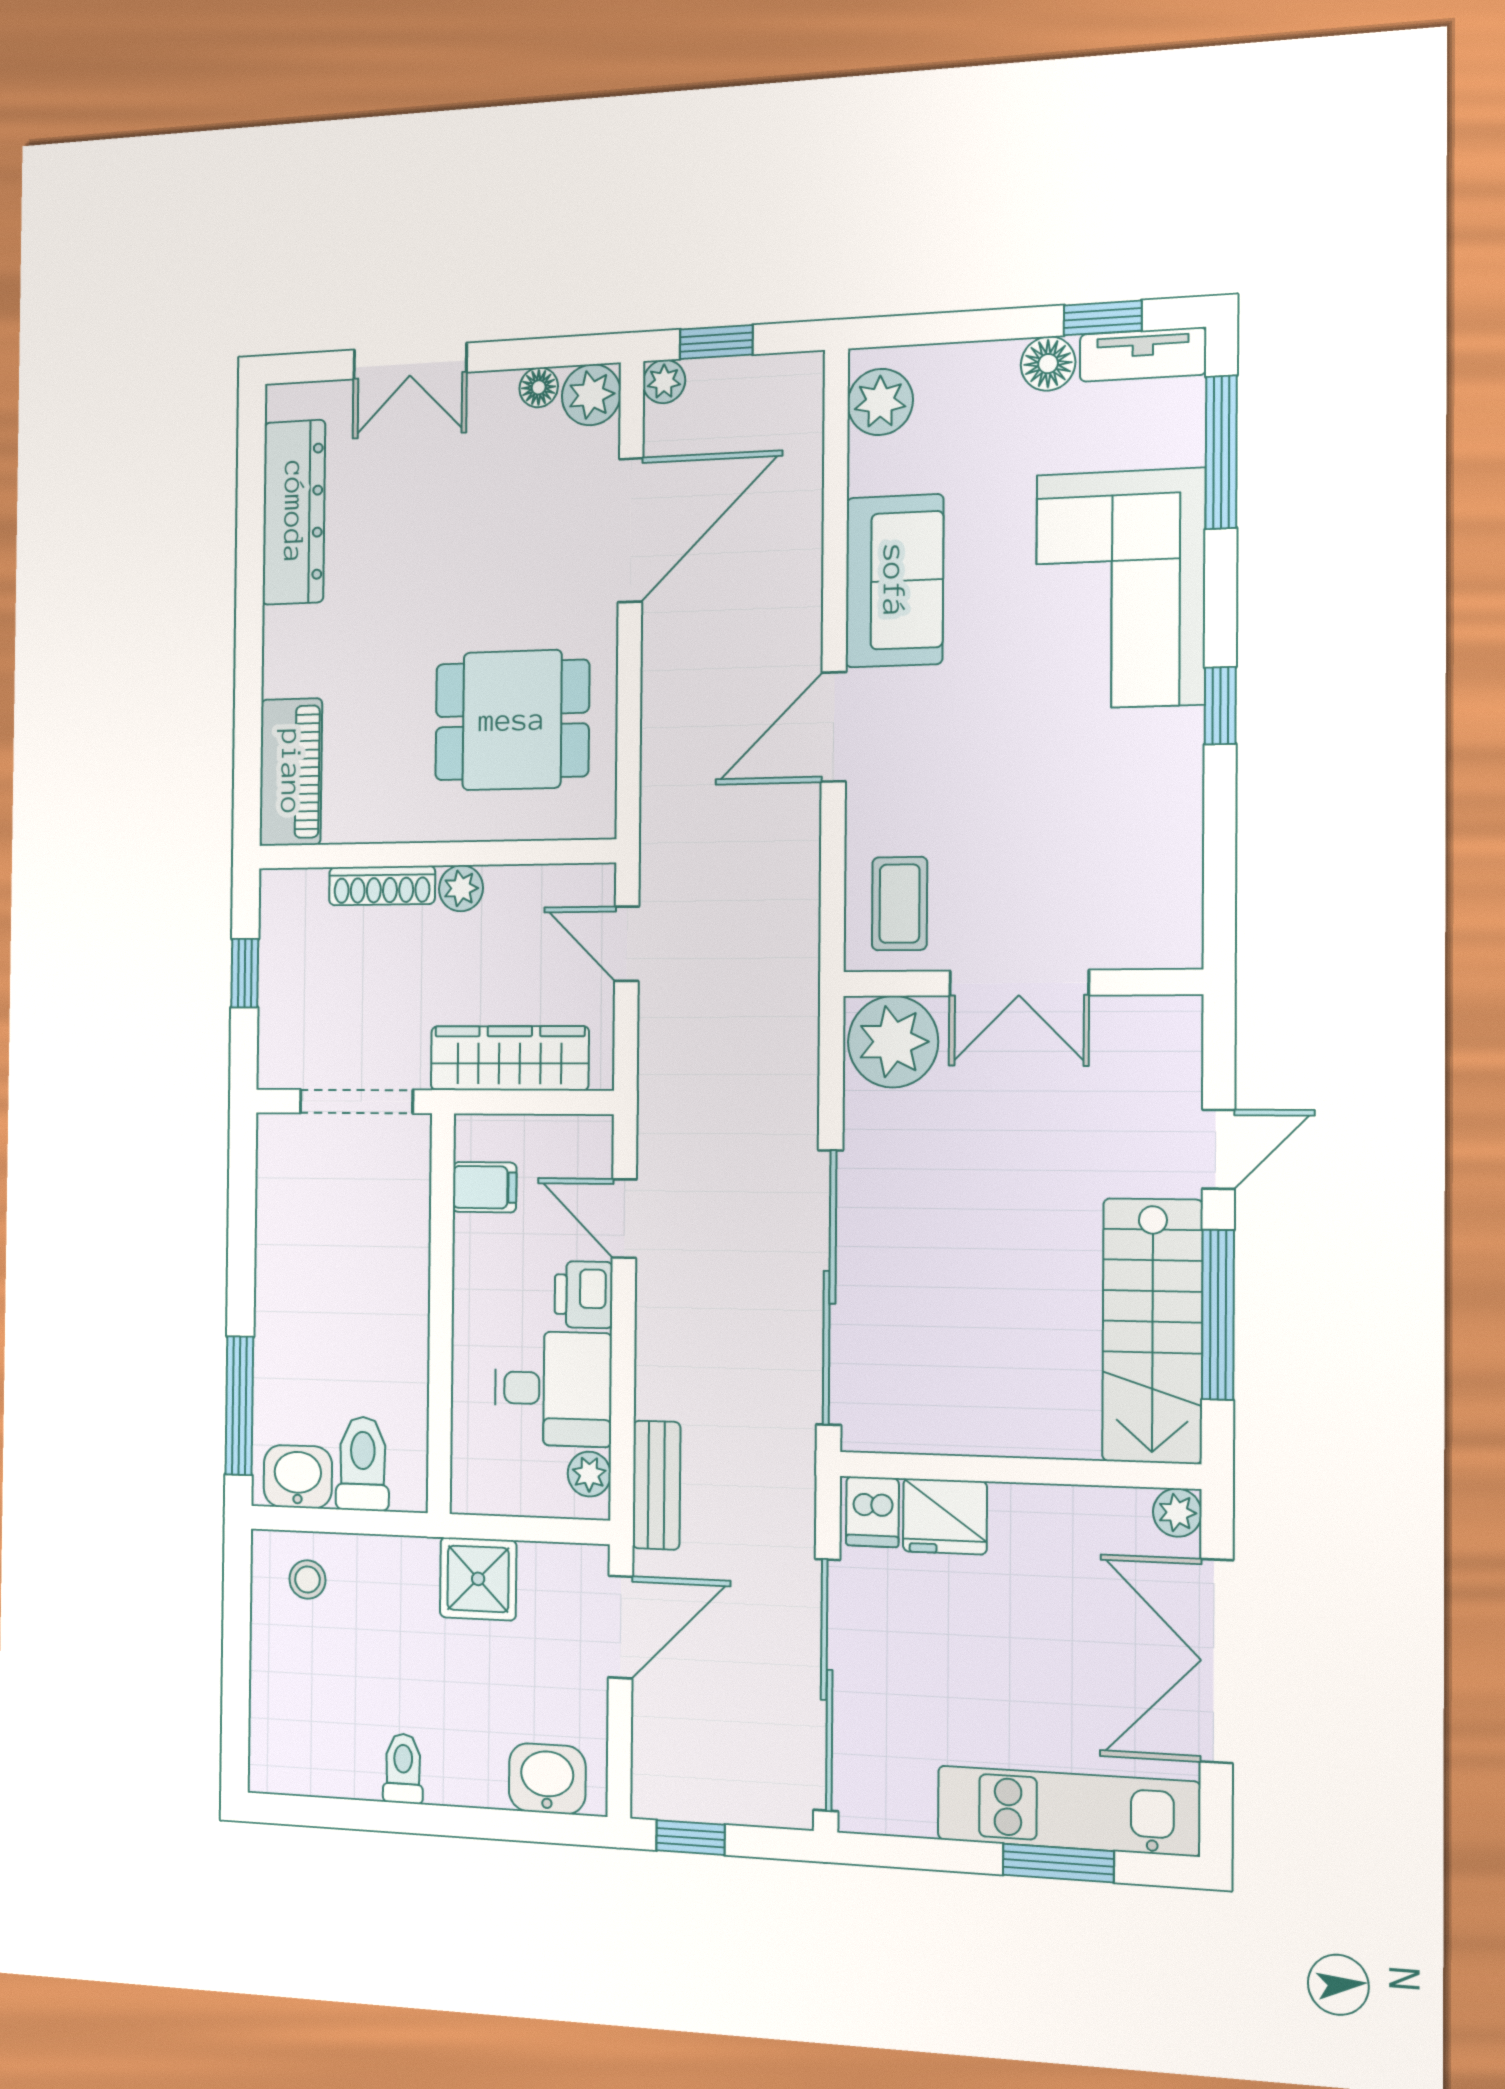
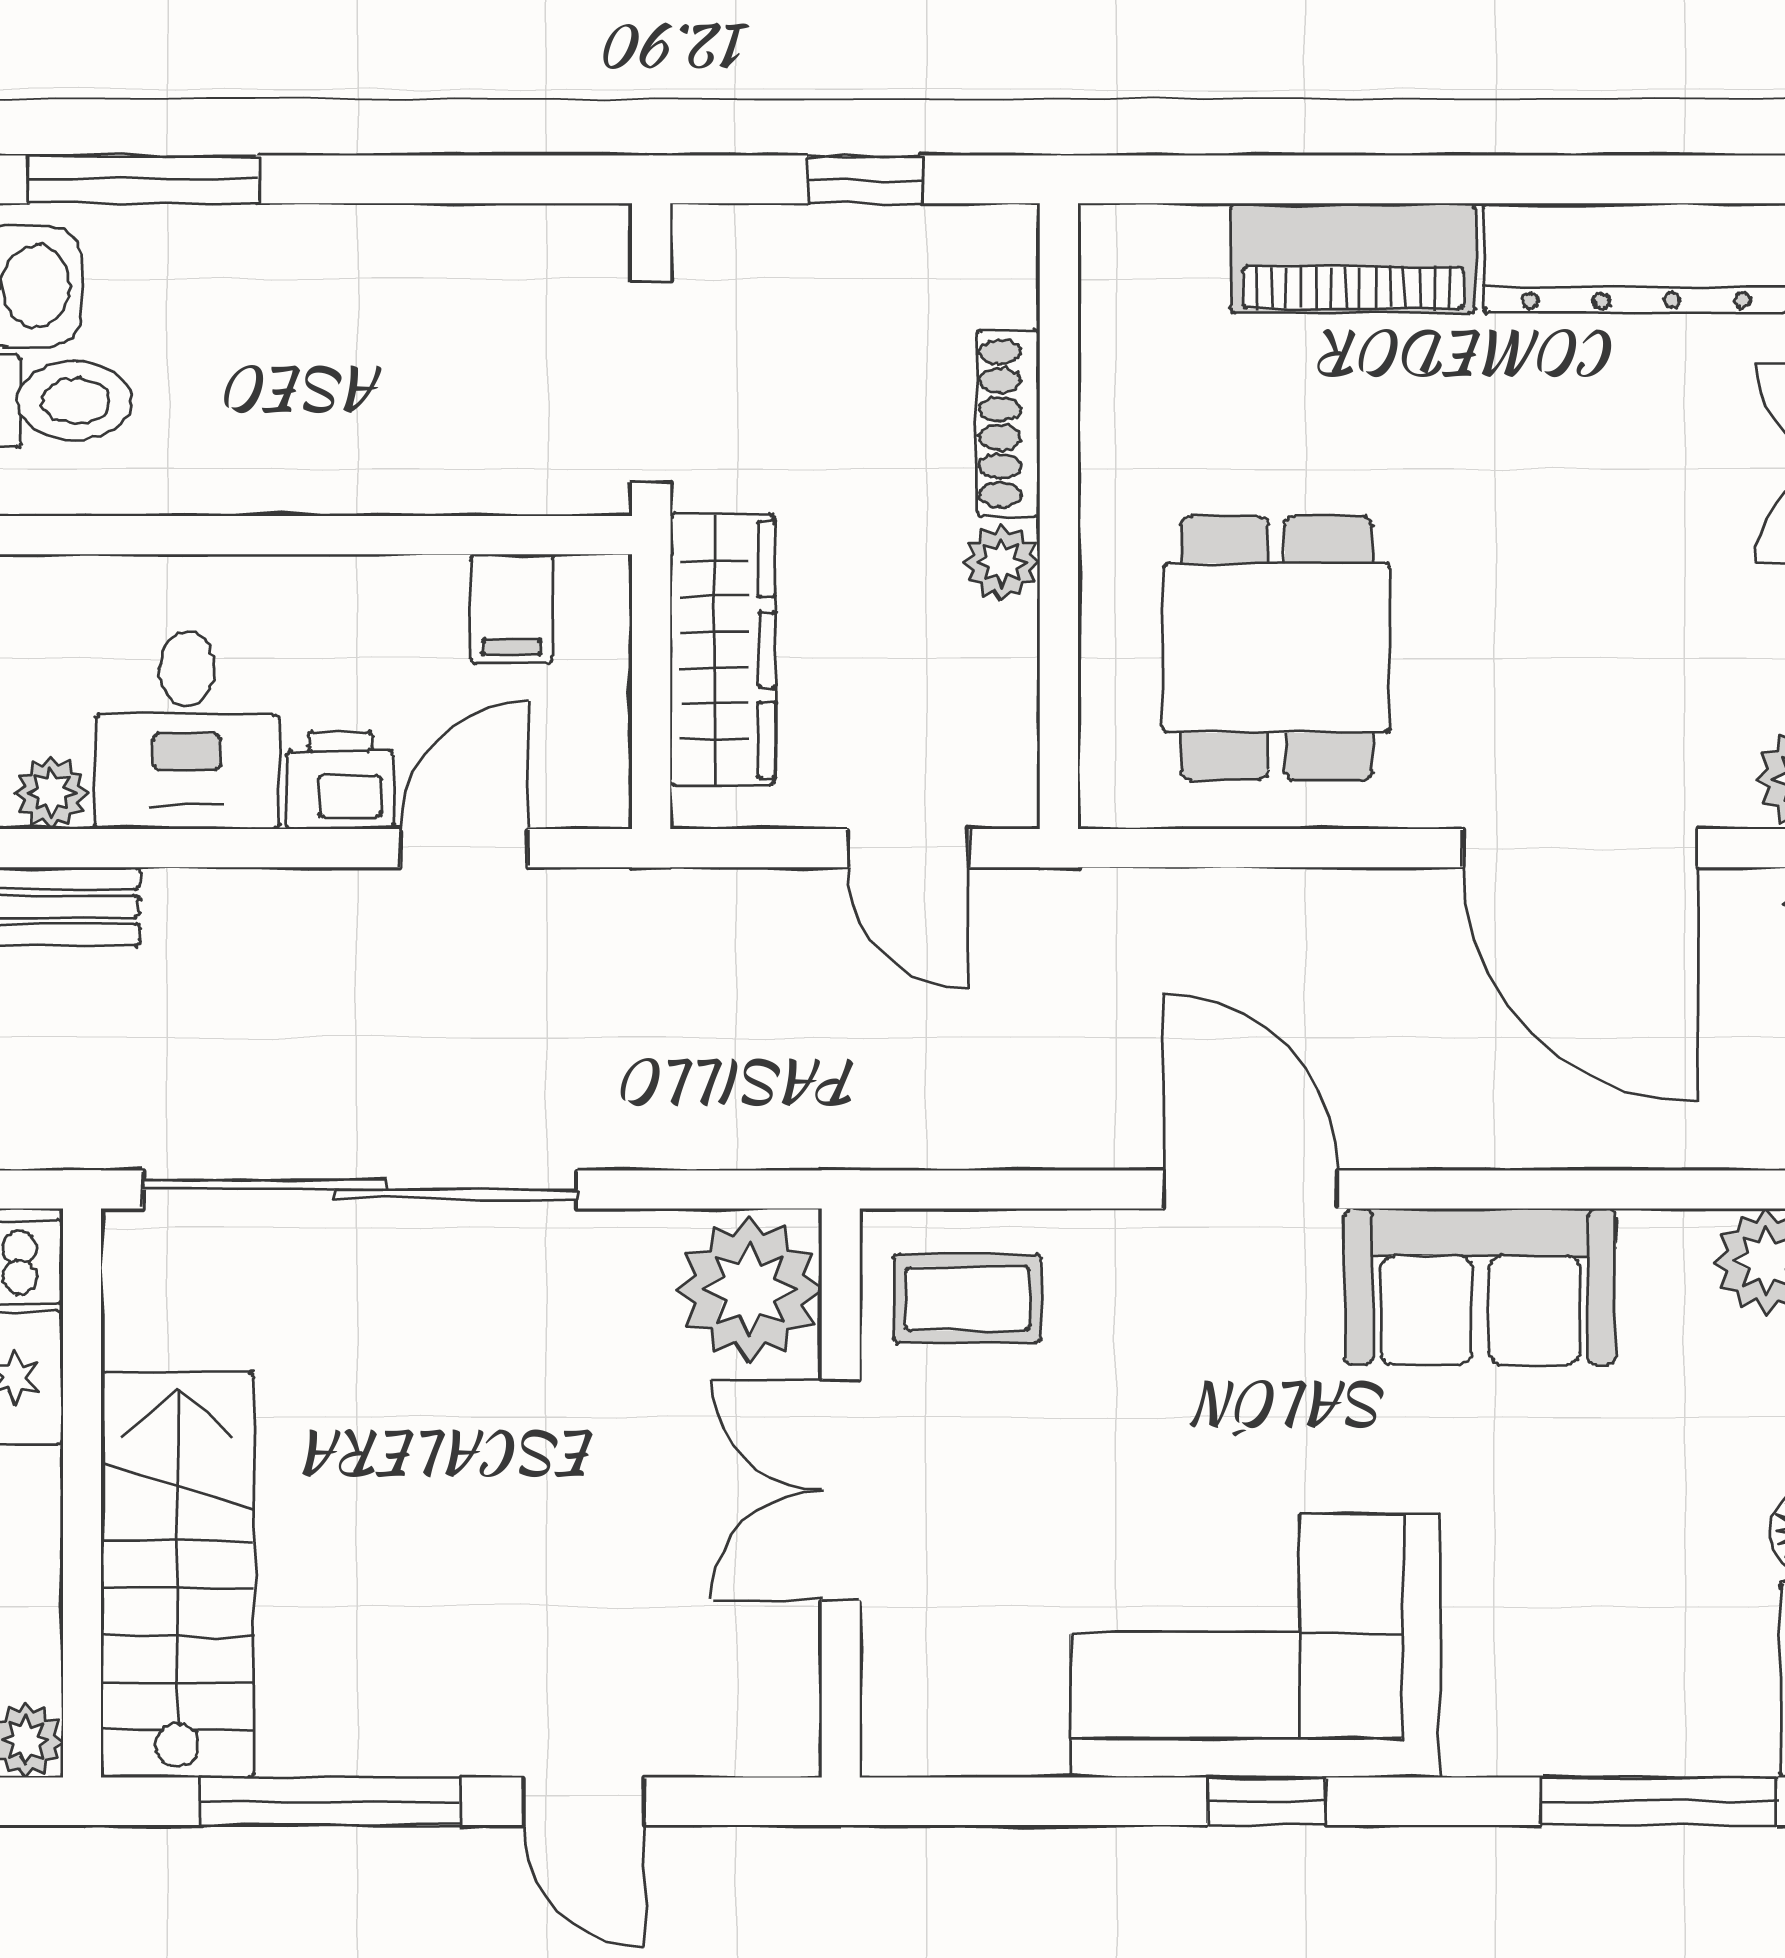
corner sofa: (1120, 589) -> (1255, 1646), moved
piano: (291, 772) -> (1353, 258), moved
door: (627, 944) -> (908, 848), swing flipped
stairs: (1152, 1331) -> (177, 1575), moved, turned 90

